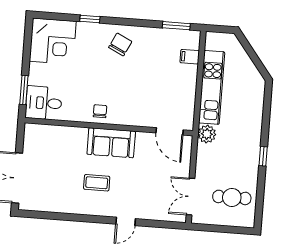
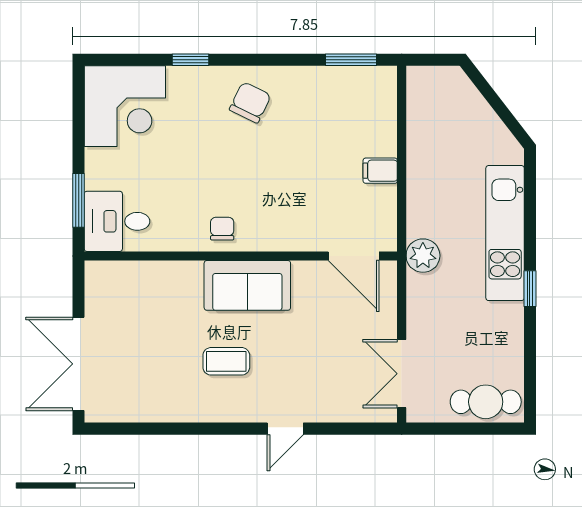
filing cabinet: (190, 57) -> (380, 171), moved
kitchen unit: (212, 87) -> (505, 233), moved, turned 180
cafe table: (232, 197) -> (486, 402), moved

